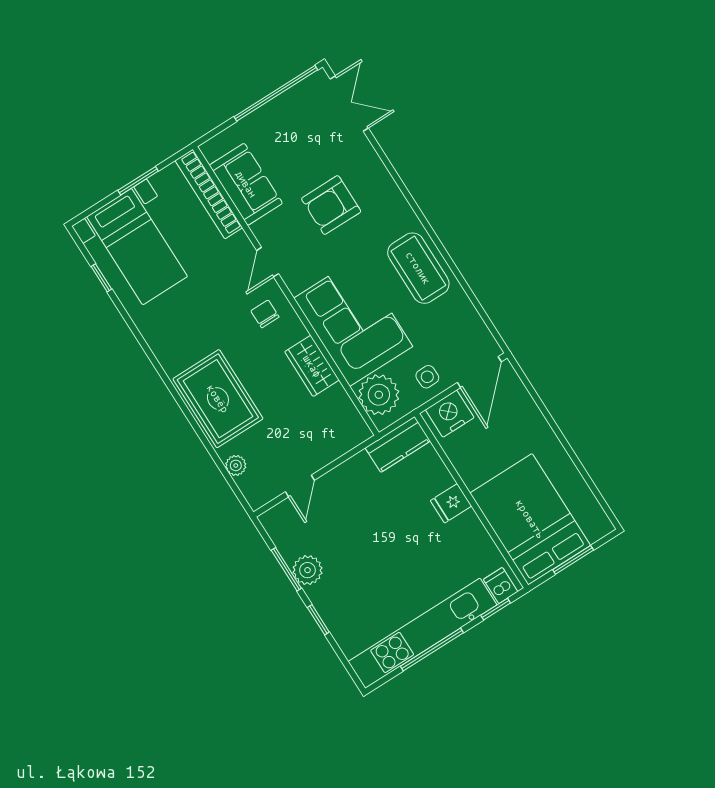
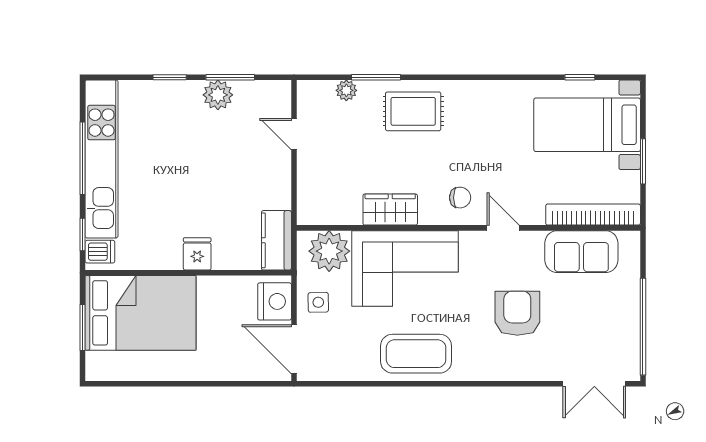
rug: (218, 399) -> (413, 111), width x0.73, depth x0.70
window: (209, 448) -> (376, 77), added

